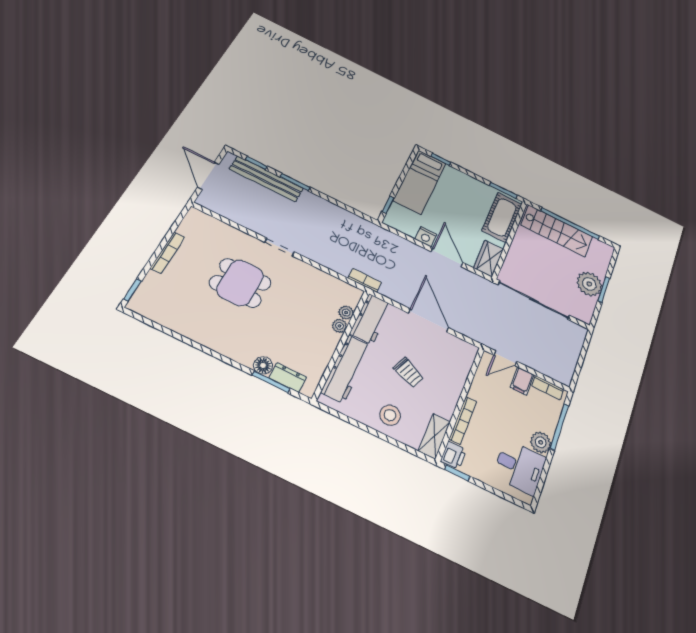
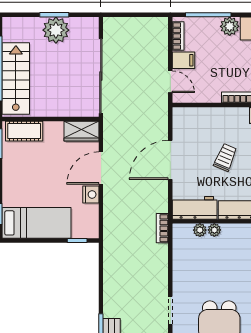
cot: (502, 217) -> (24, 131), width x0.73, depth x0.75

